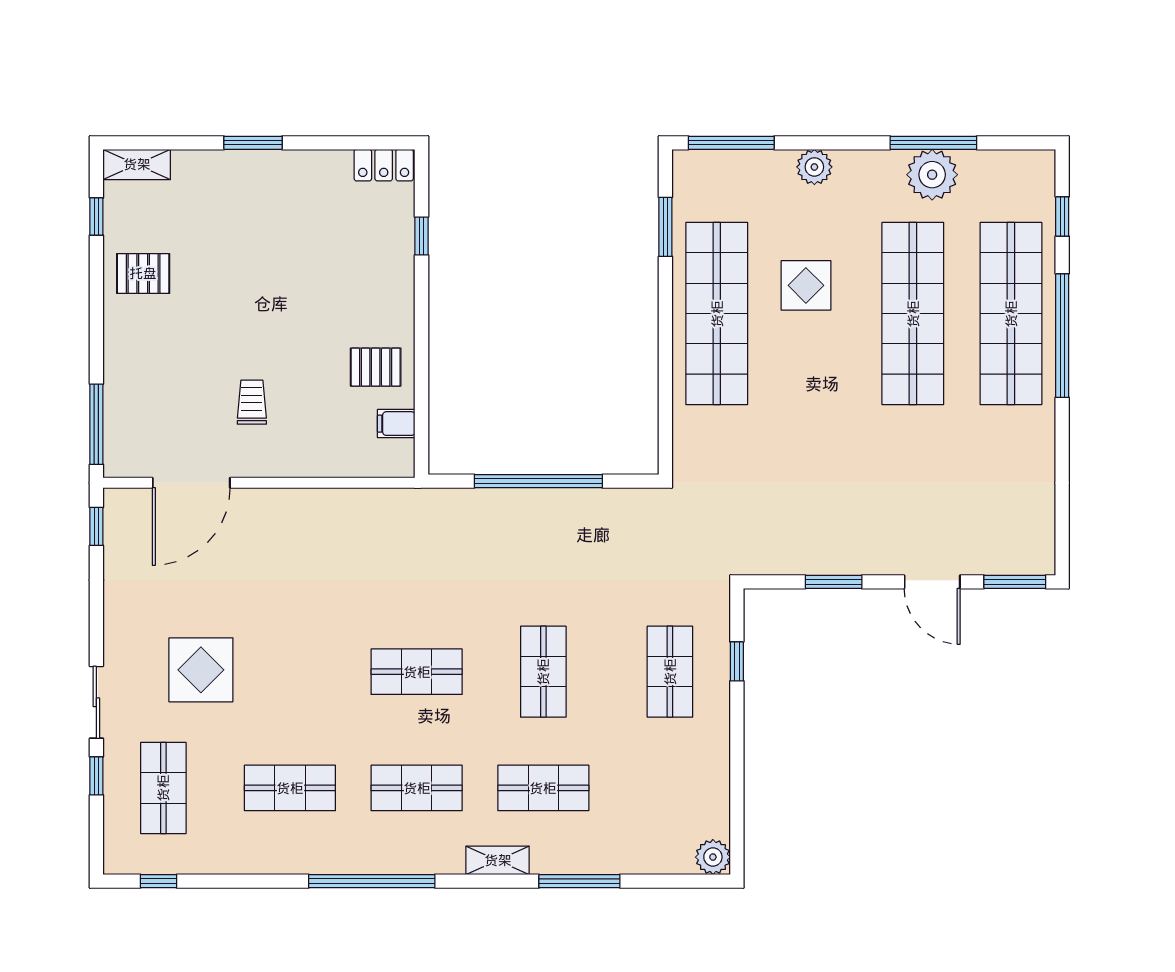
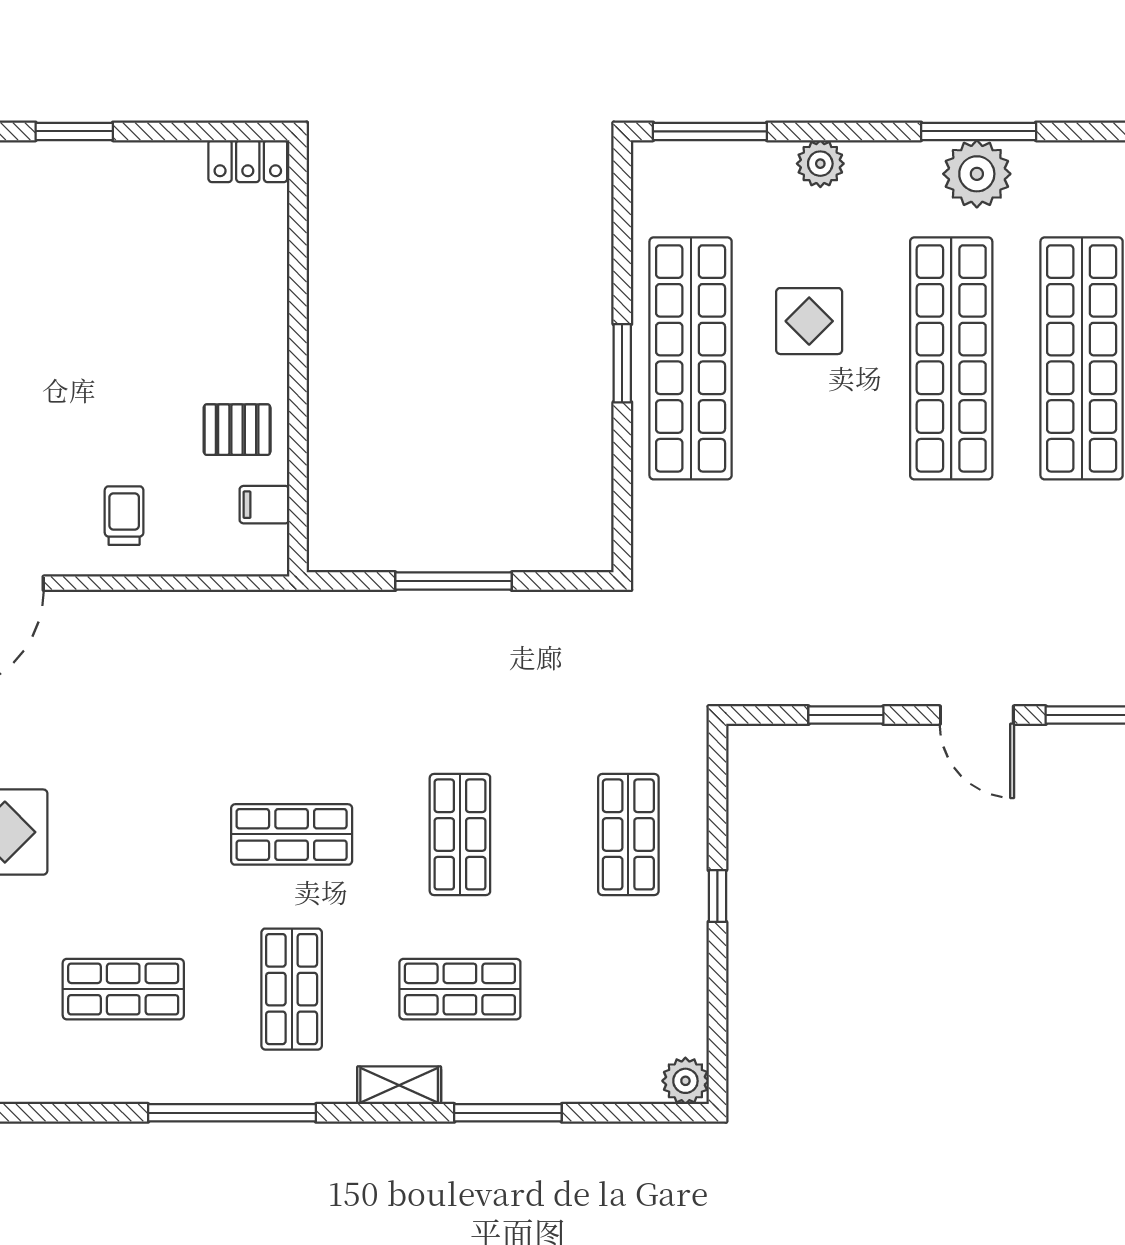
window: (665, 227) -> (622, 363), moved
window: (422, 236) -> (298, 255), removed
trolley: (252, 402) -> (124, 516), moved
window: (538, 481) -> (453, 581), width x0.68
window: (737, 661) -> (717, 896), moved
shop shelf: (417, 788) -> (292, 989), turned 90

